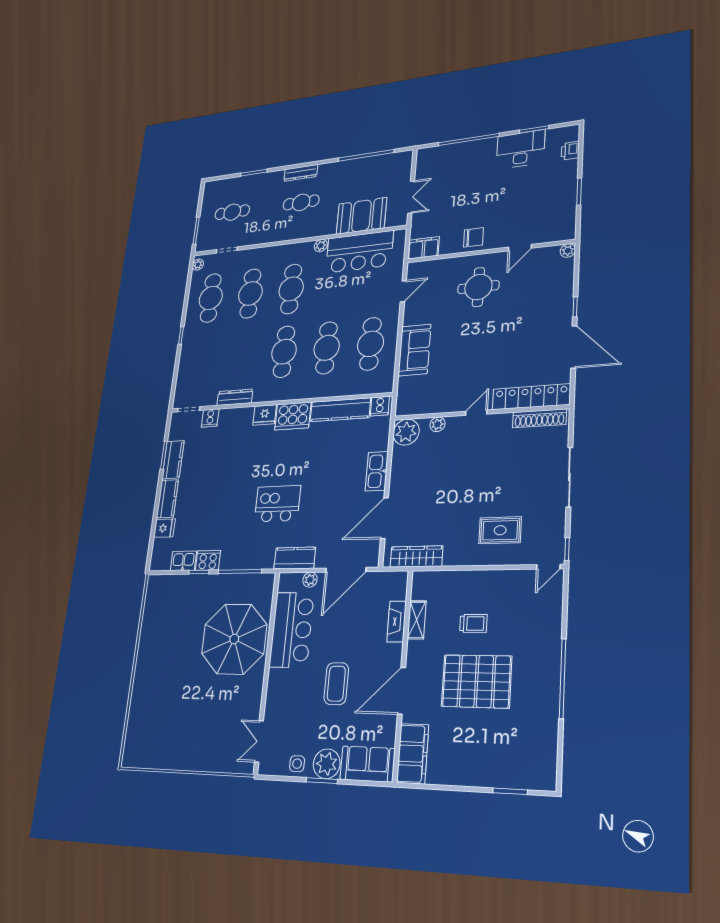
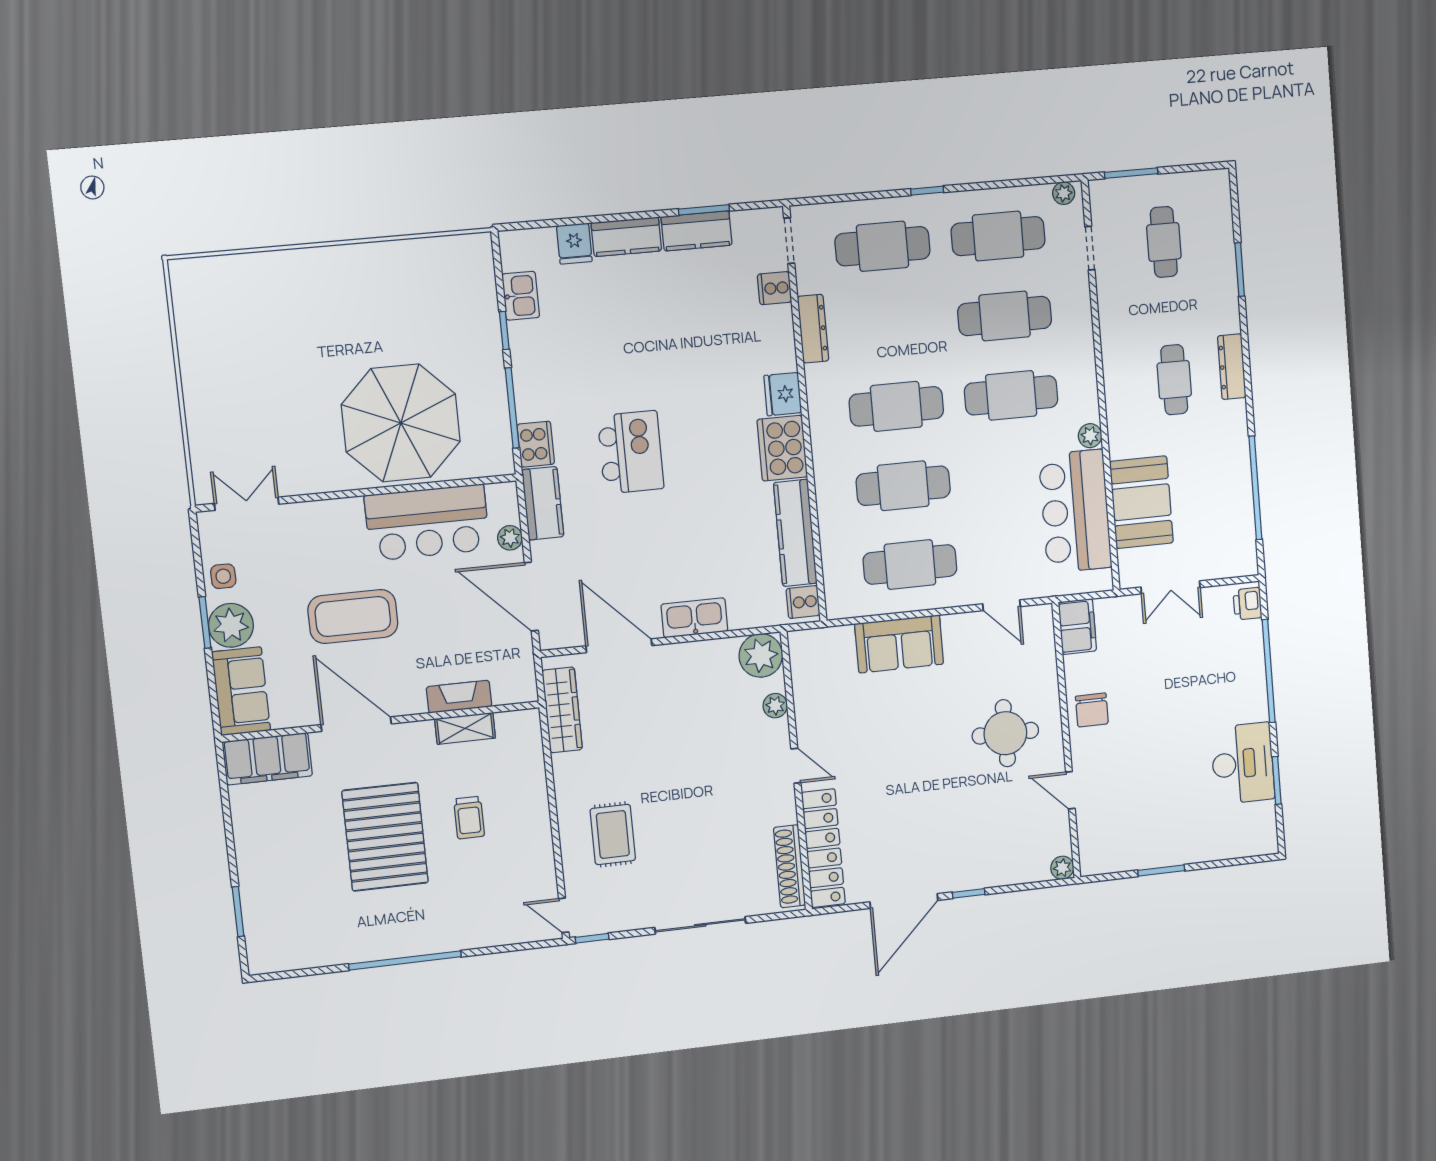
printer: (570, 151) -> (1247, 604), moved, turned -90
cafe table: (202, 359) -> (883, 246), added
cooker: (208, 560) -> (536, 444), moved
coffee table: (336, 684) -> (353, 617), width x1.36, depth x1.32

